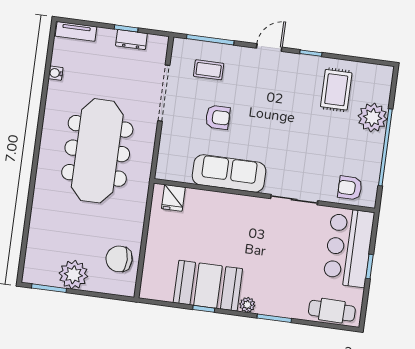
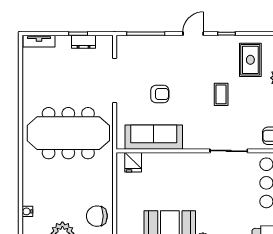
coffee table: (209, 70) -> (221, 94), moved, turned 90
water cooler: (56, 73) -> (27, 211), moved
meeting table: (97, 151) -> (68, 133), turned 90
sofa: (229, 173) -> (154, 137), moved

